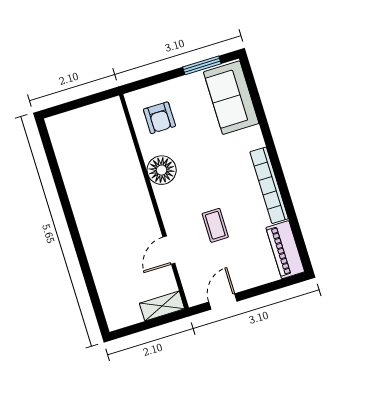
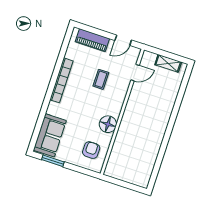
door: (169, 250) -> (135, 73), moved
piano: (285, 250) -> (92, 40), moved, turned 90
shelving: (162, 306) -> (168, 63), moved

